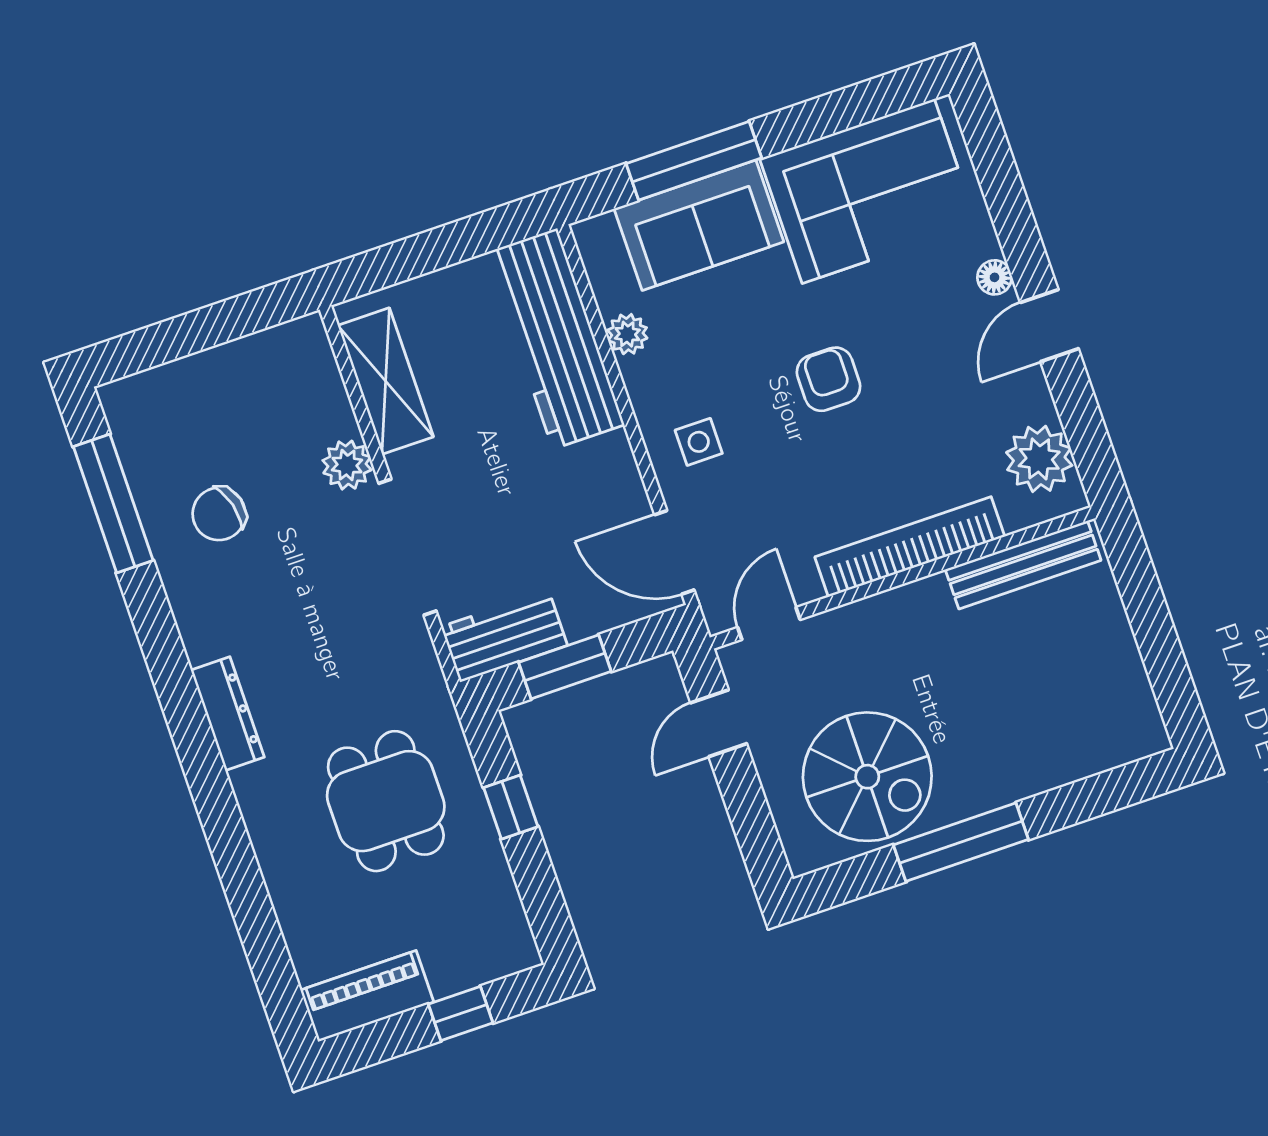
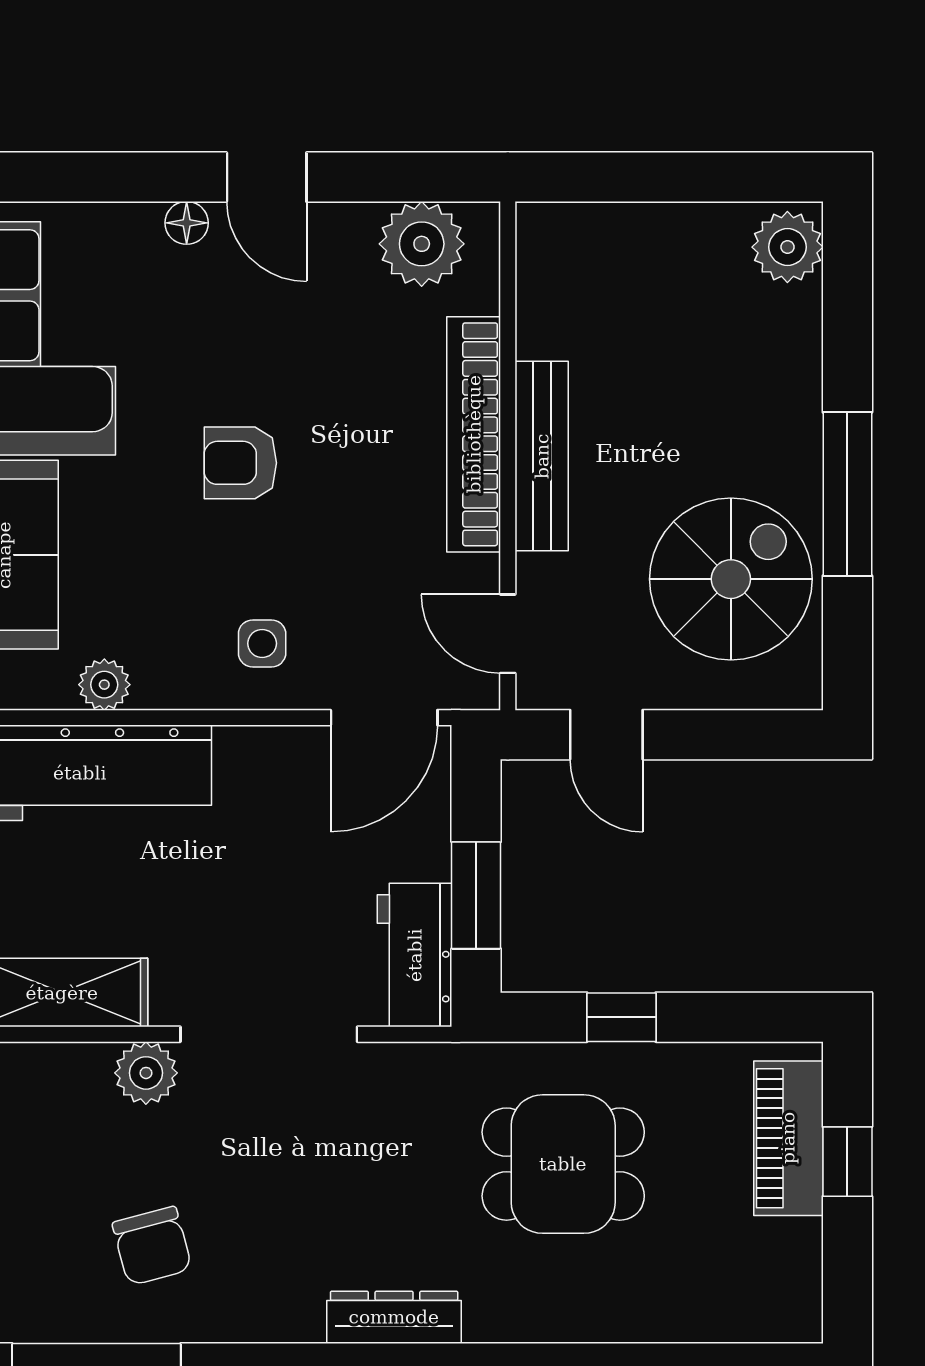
bench: (1023, 565) -> (542, 456), moved
plant: (1131, 734) -> (787, 247), added
piano: (367, 996) -> (788, 1138), moved

